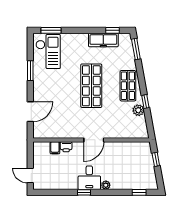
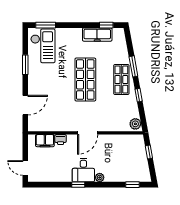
window: (136, 49) -> (133, 66), moved
plant: (138, 110) -> (135, 124), moved
filing cabinet: (55, 148) -> (45, 141), width x2.00

